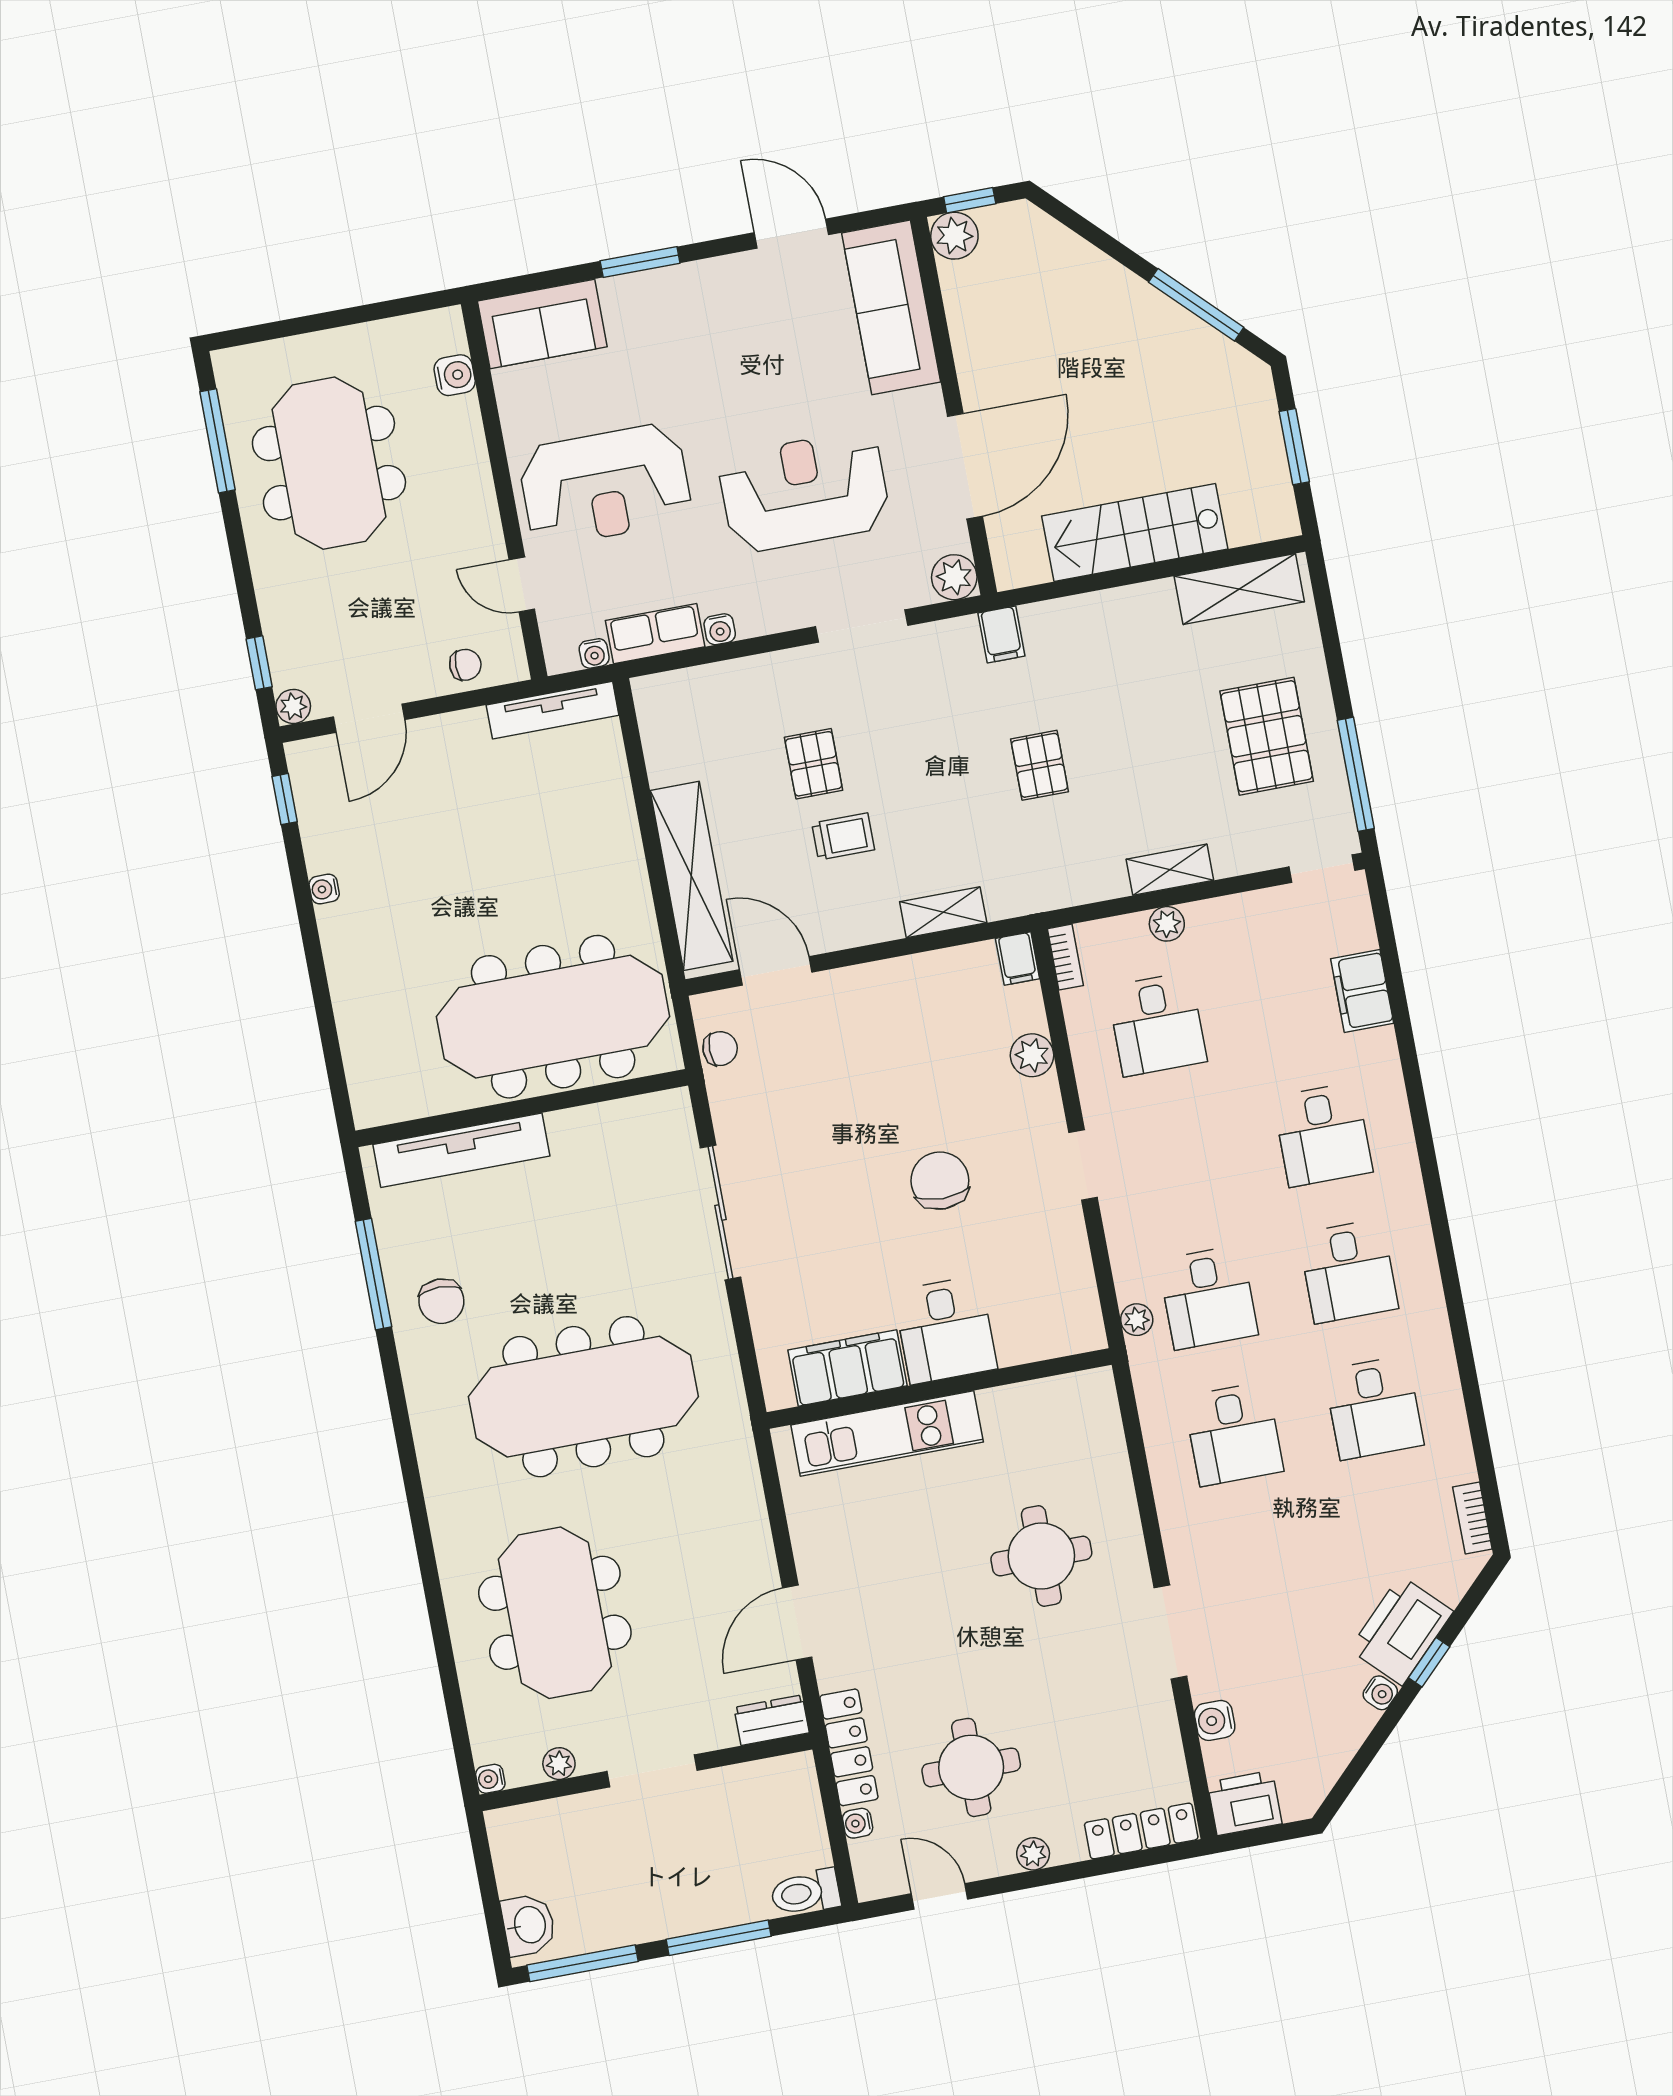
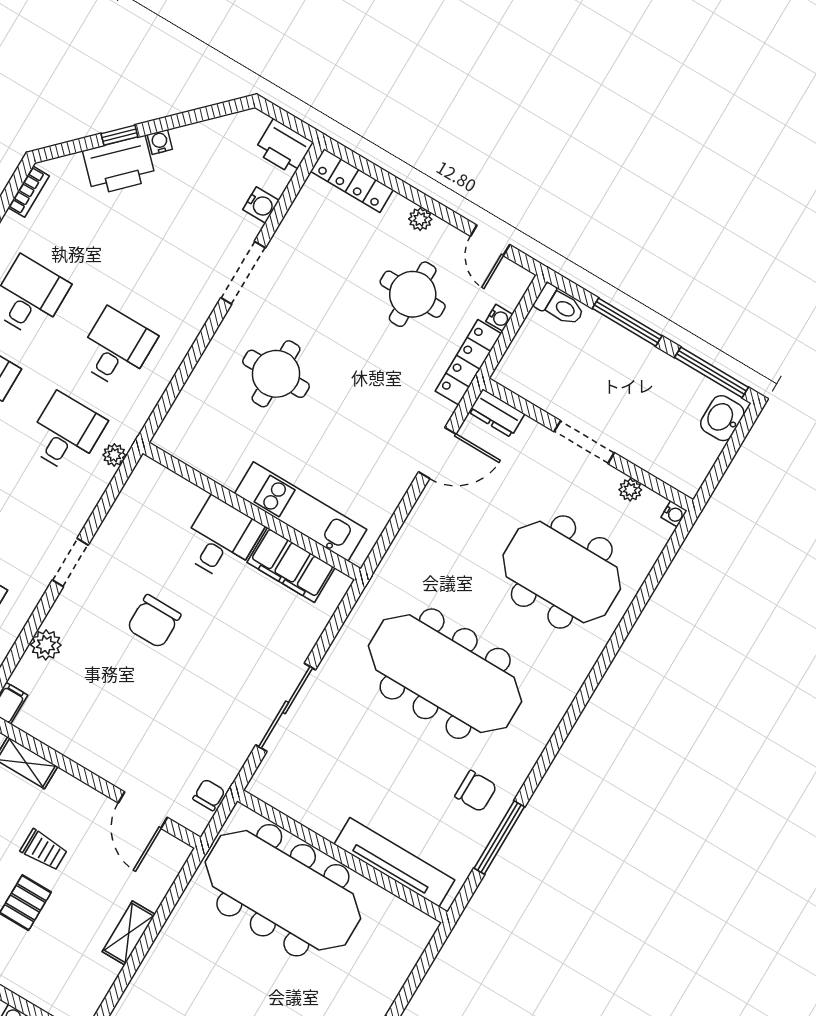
trolley: (843, 836) -> (44, 850), turned 180
shelving: (691, 876) -> (129, 933), width x0.45, depth x0.75
chair: (720, 1049) -> (209, 795), turned 90
chair: (441, 1301) -> (476, 791), turned 90
meeting table: (555, 1613) -> (562, 572), turned 90

